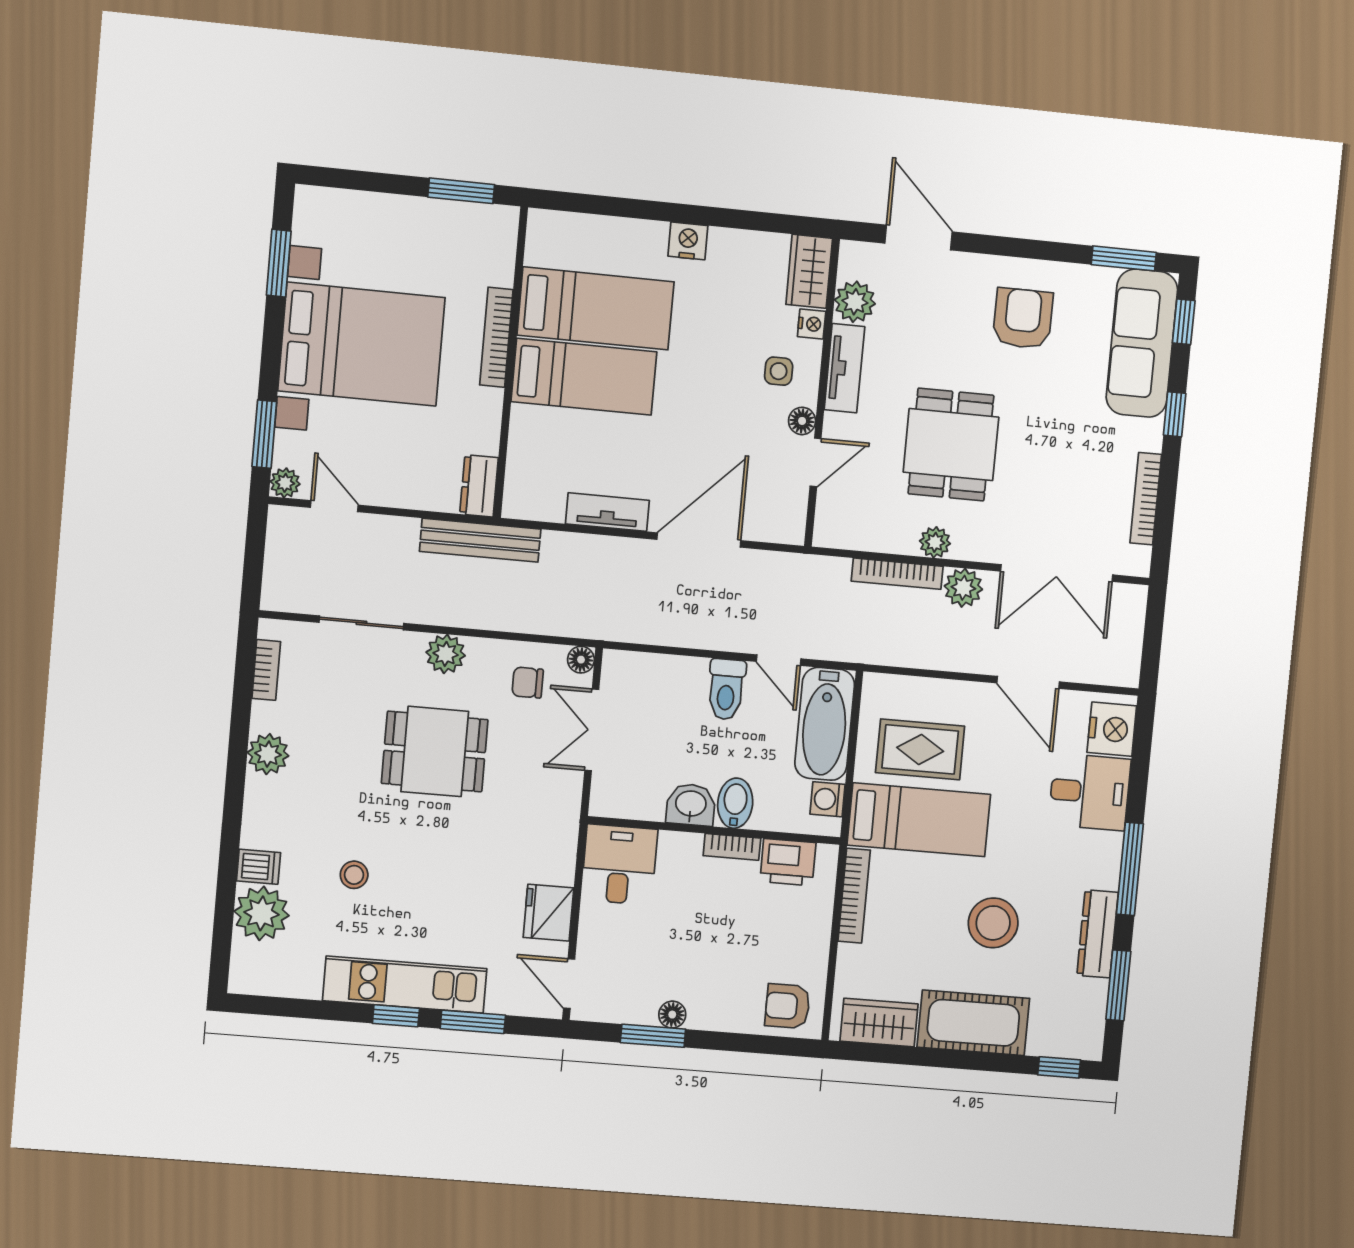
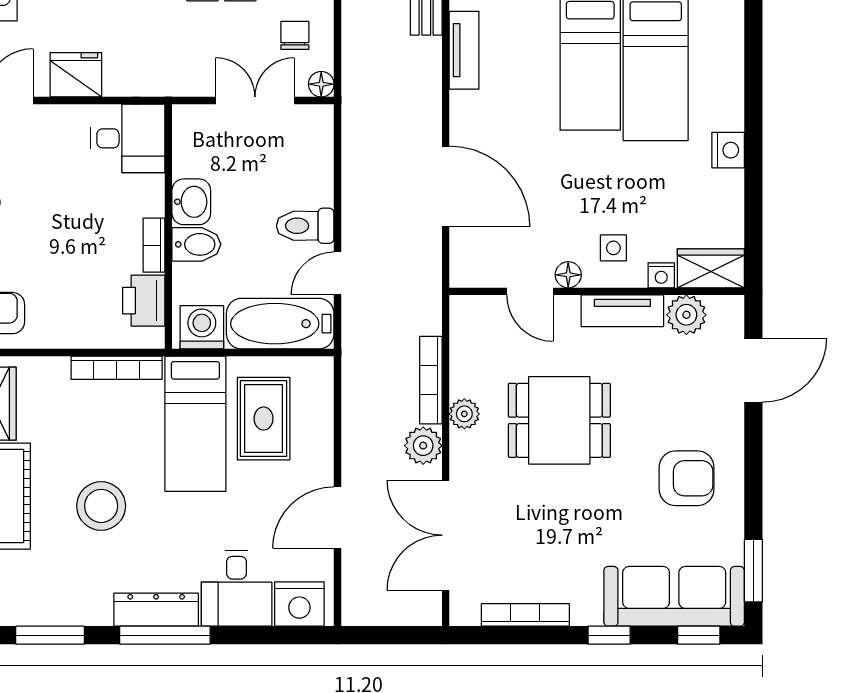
tv unit: (607, 512) -> (464, 50), moved
washing machine: (828, 799) -> (202, 327), width x1.38, depth x1.38
dresser: (1098, 934) -> (156, 610), moved

